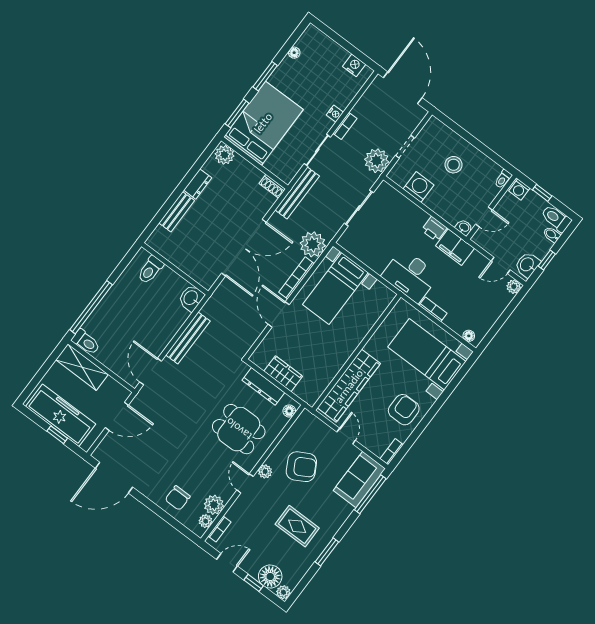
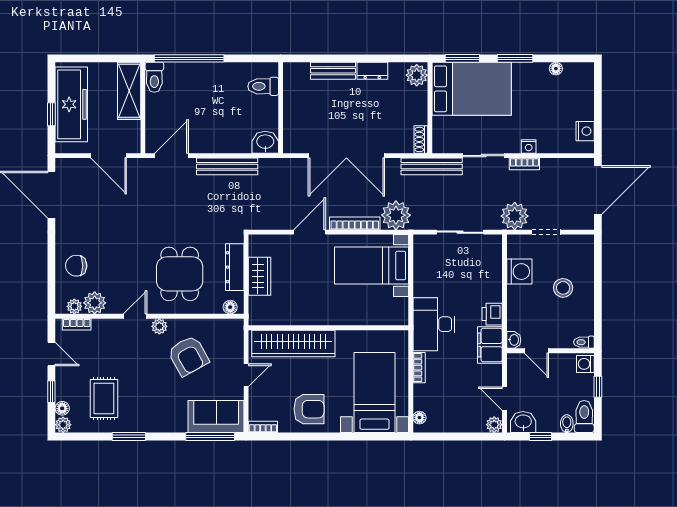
rug: (297, 526) -> (104, 399), moved
floor lamp: (270, 577) -> (62, 408), width x0.53, depth x0.53

